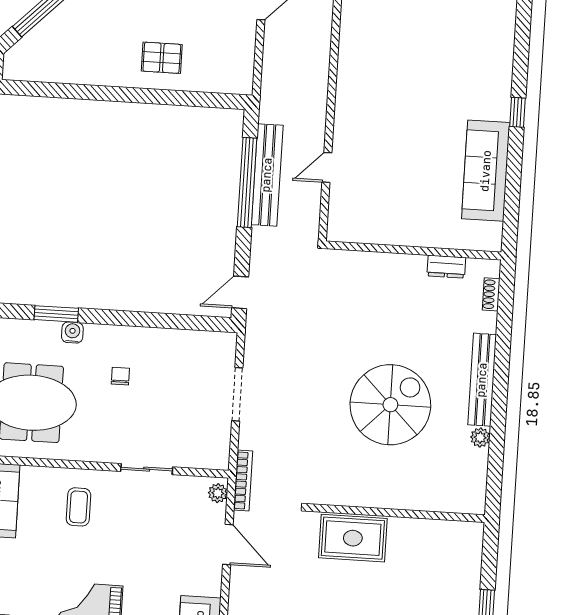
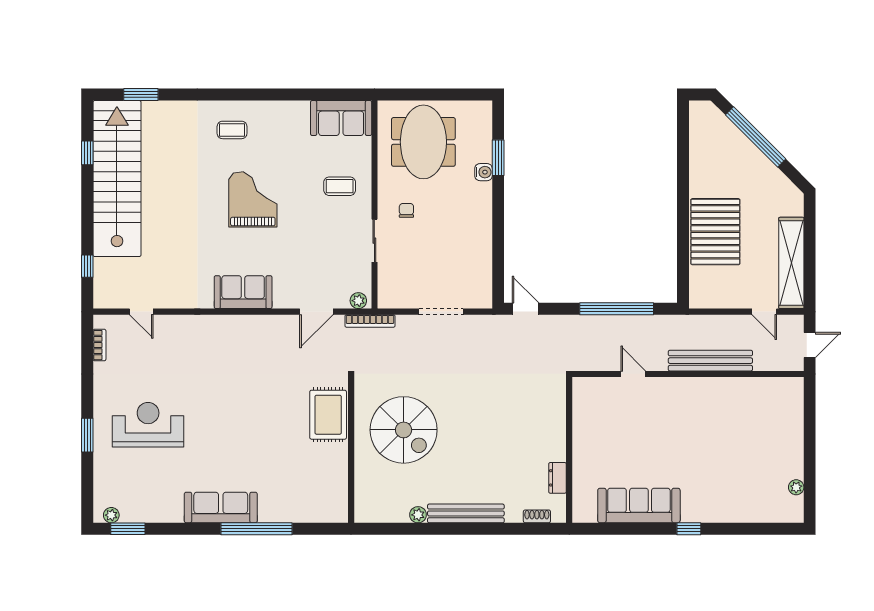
pallet: (162, 58) -> (715, 232), width x2.05, depth x2.00
bench: (267, 175) -> (710, 361), moved
chair: (120, 376) -> (406, 210), moved, turned -90
spiral stairs: (390, 405) -> (404, 430), moved

